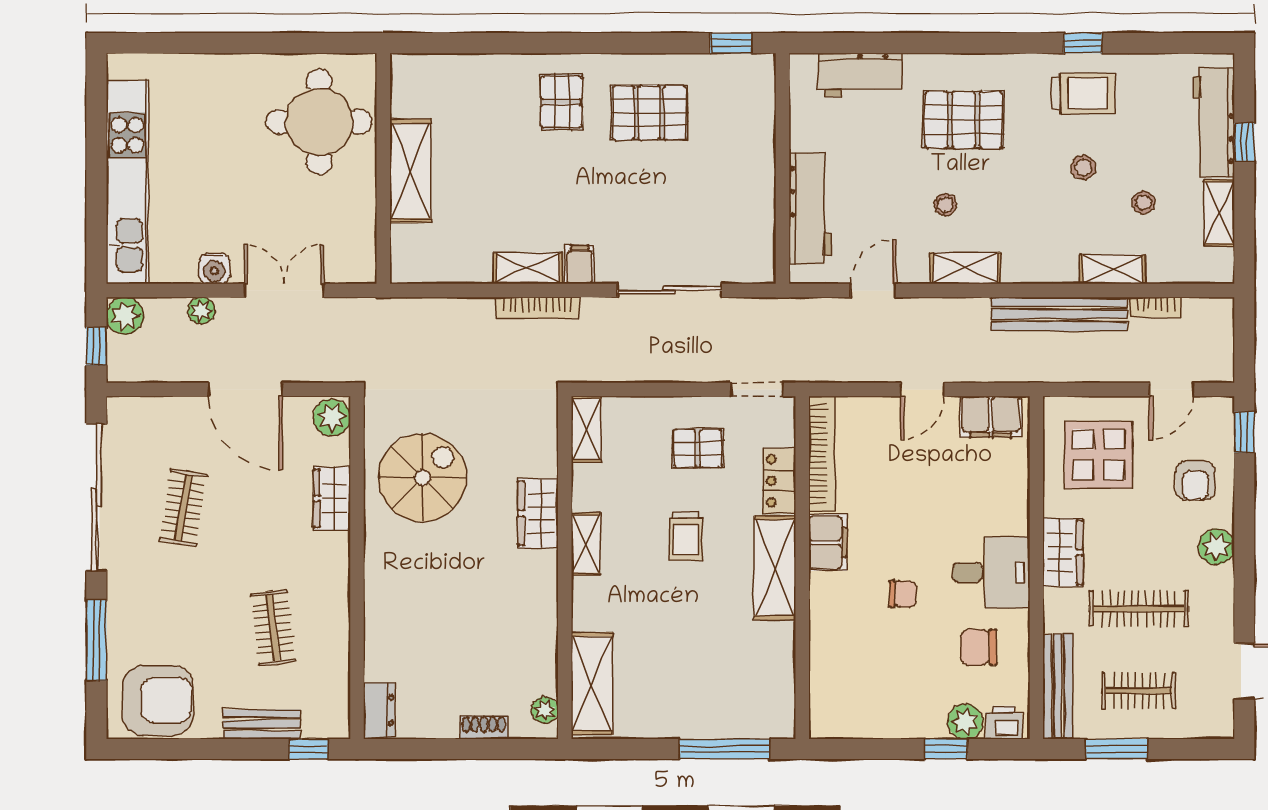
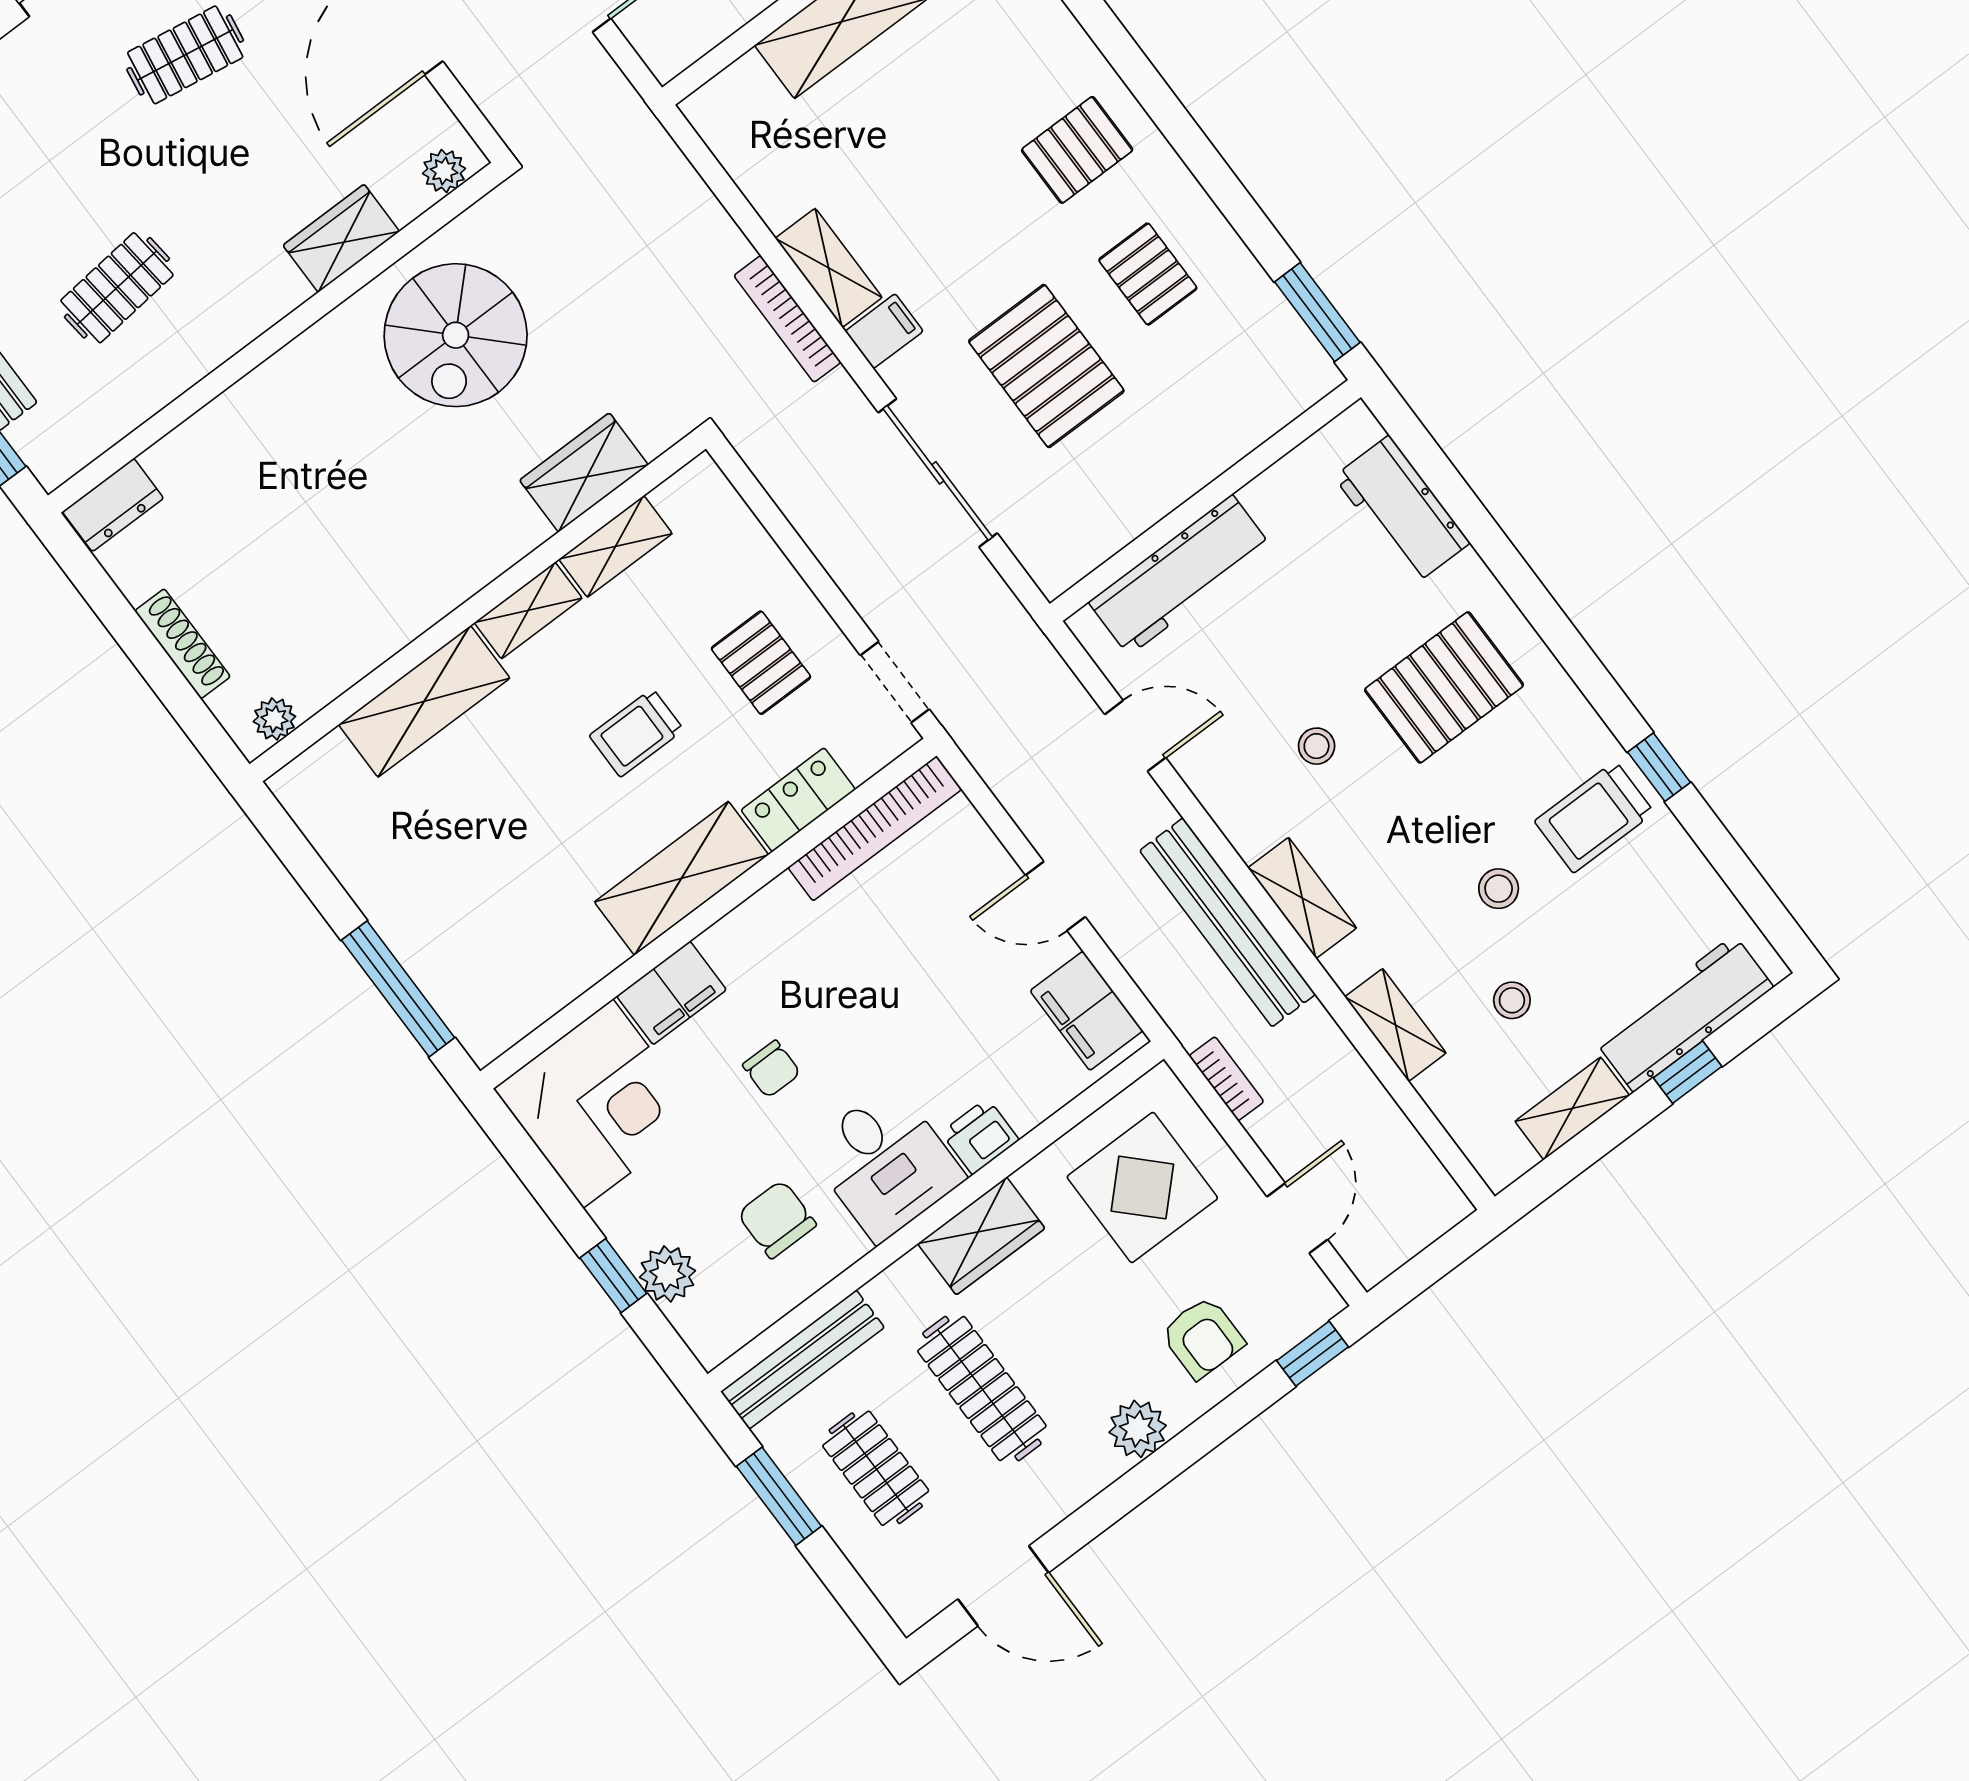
window: (731, 43) -> (1317, 312), width x1.50
trolley: (1083, 94) -> (1594, 817), turned 90
pallet: (649, 113) -> (1148, 274), width x0.67, depth x0.71
pallet: (964, 120) -> (1444, 687), turned 90
pallet: (657, 197) -> (1046, 366), added
shelving: (965, 268) -> (1302, 898), moved
bookcase: (1156, 307) -> (1226, 1079), moved, turned 180
bench: (1059, 314) -> (1228, 922), moved
door: (1171, 389) -> (1297, 1218), swing flipped
plant: (332, 418) -> (444, 171), width x0.73, depth x0.73
shelving: (586, 429) -> (615, 546), moved
spiral stairs: (422, 478) -> (456, 335), turned 90
armchair: (1195, 481) -> (1203, 1338), turned -90
wardrobe: (538, 513) -> (584, 472), moved
filing cabinet: (828, 542) -> (672, 993), moved
shelving: (592, 683) -> (424, 701), moved
corner desk: (855, 693) -> (598, 1104), added
printer: (1004, 722) -> (980, 1136), moved, turned -90
shoe rack: (484, 727) -> (182, 644), width x1.43

